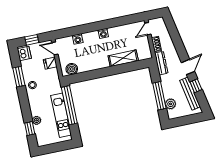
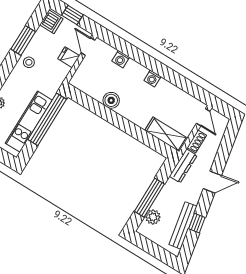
door: (148, 29) -> (203, 117), swing flipped
shelving: (123, 58) -> (166, 134), moved
door: (188, 67) -> (212, 182), moved
boiler: (72, 69) -> (111, 100), moved

